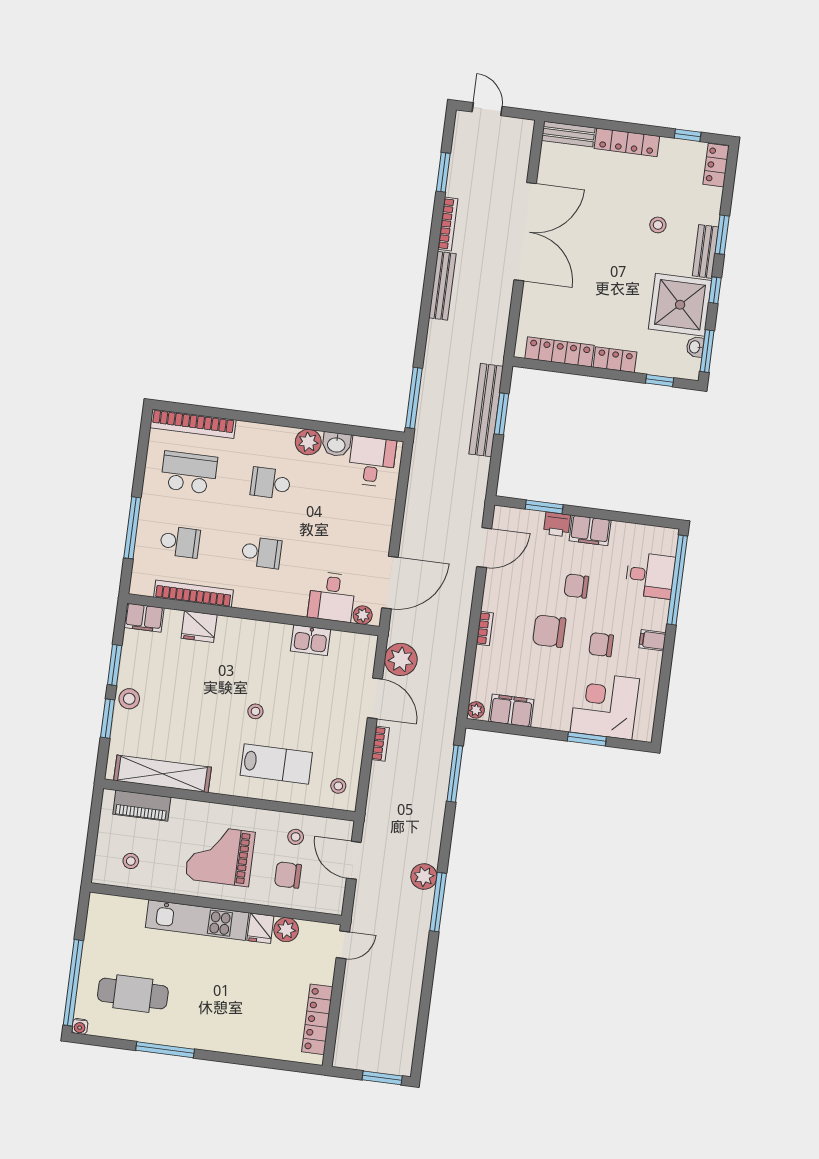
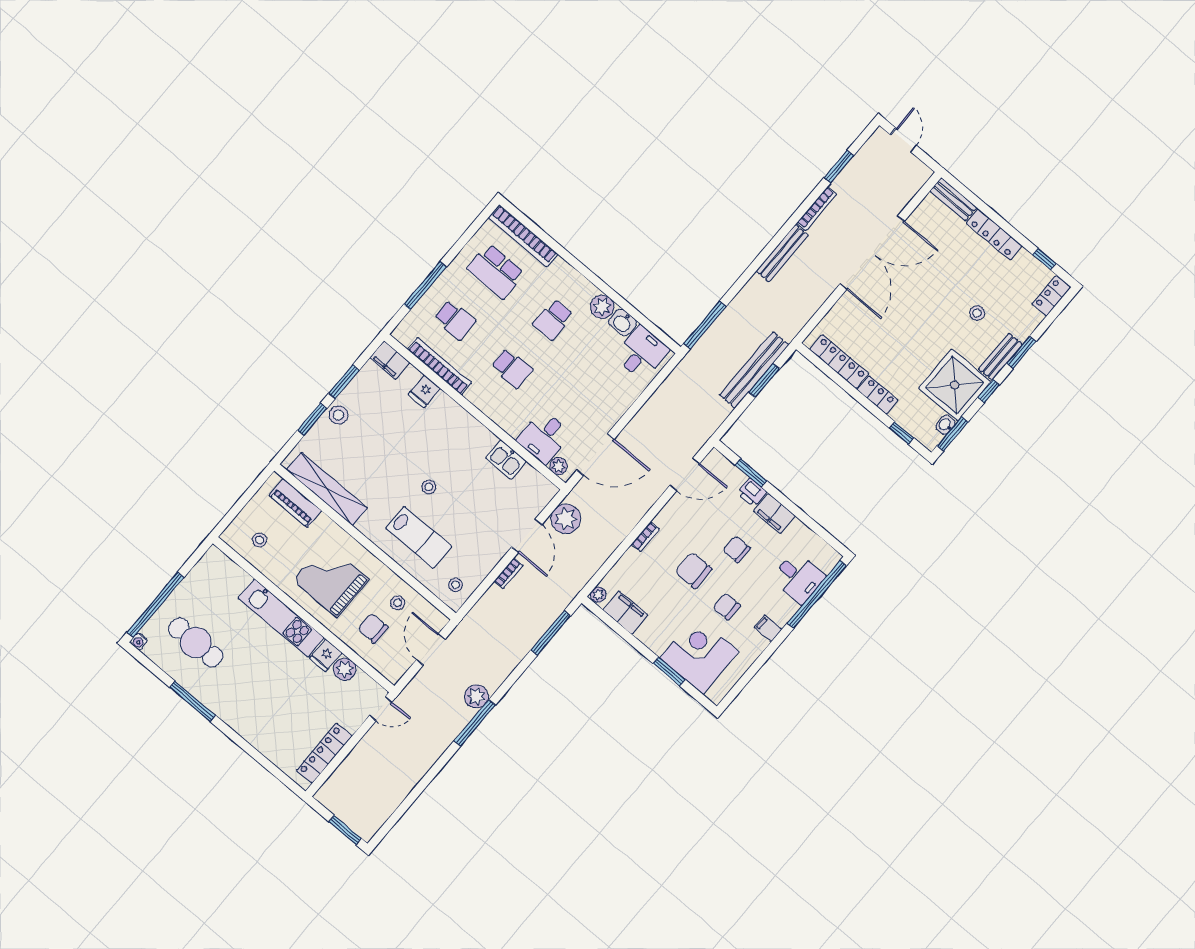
school desk: (189, 472) -> (496, 271), turned 180
school desk: (270, 483) -> (553, 320), turned -90
fridge: (199, 626) -> (424, 391), width x0.72

